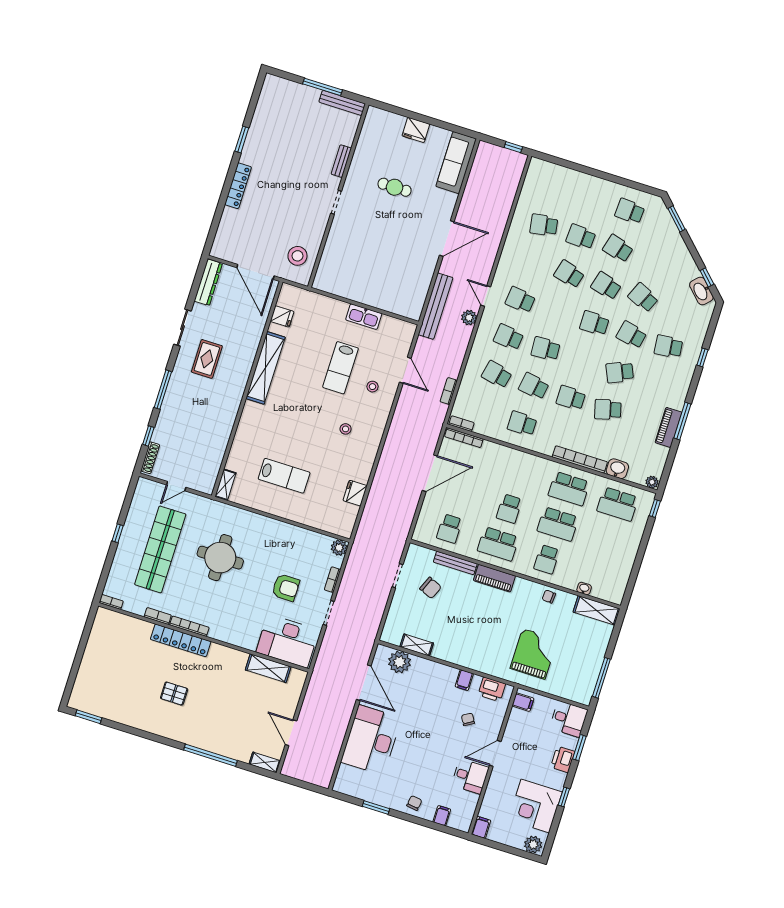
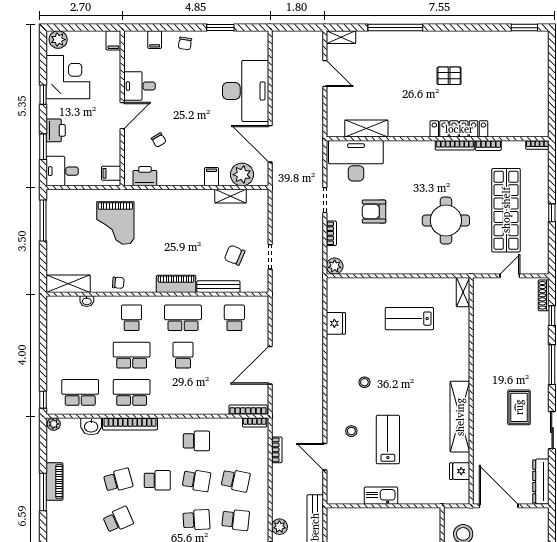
filing cabinet: (464, 680) -> (212, 177), moved

